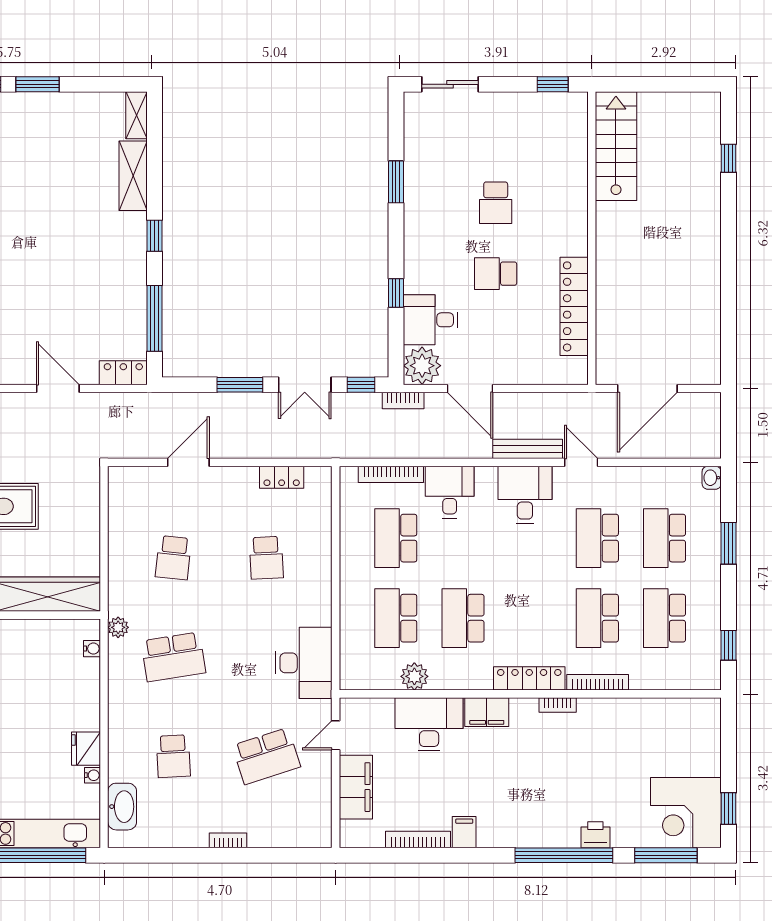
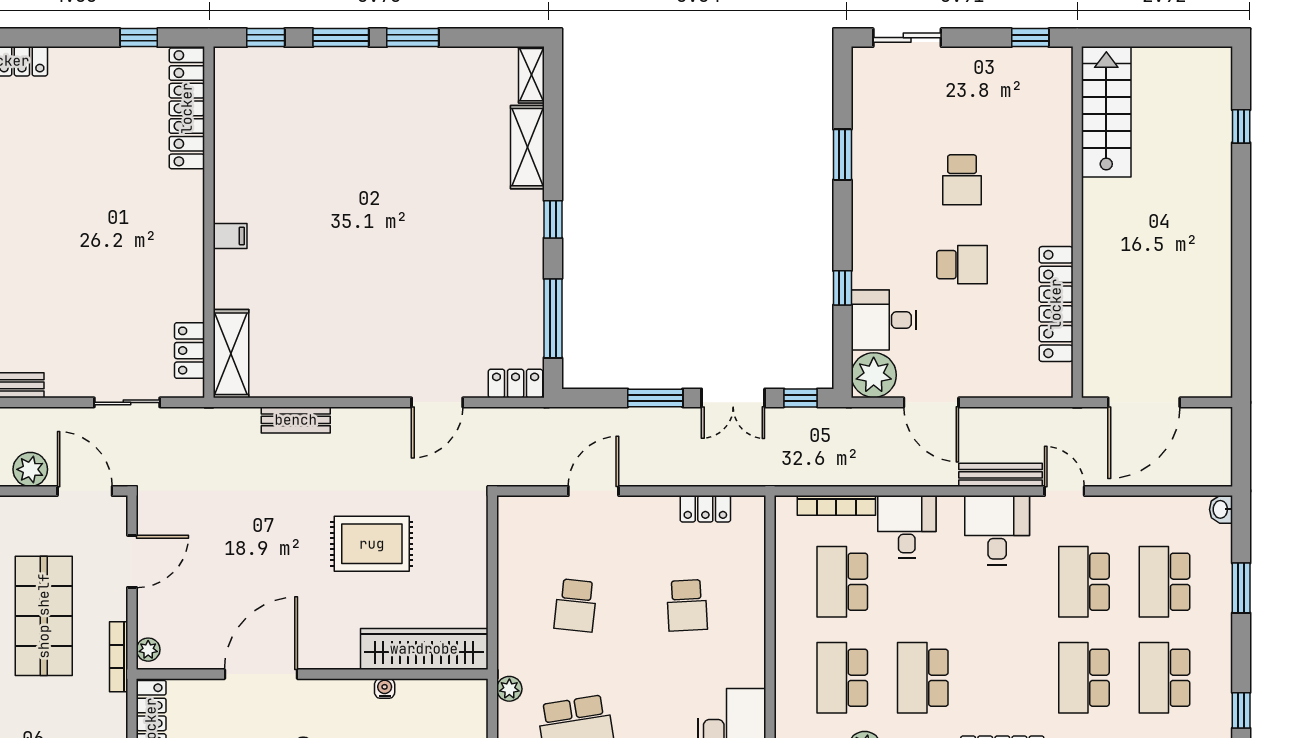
school desk: (496, 274) -> (962, 265), turned 180
door: (58, 388) -> (437, 402), swing flipped
bookcase: (403, 400) -> (851, 417), removed
water cooler: (92, 649) -> (385, 688), moved, turned -90

